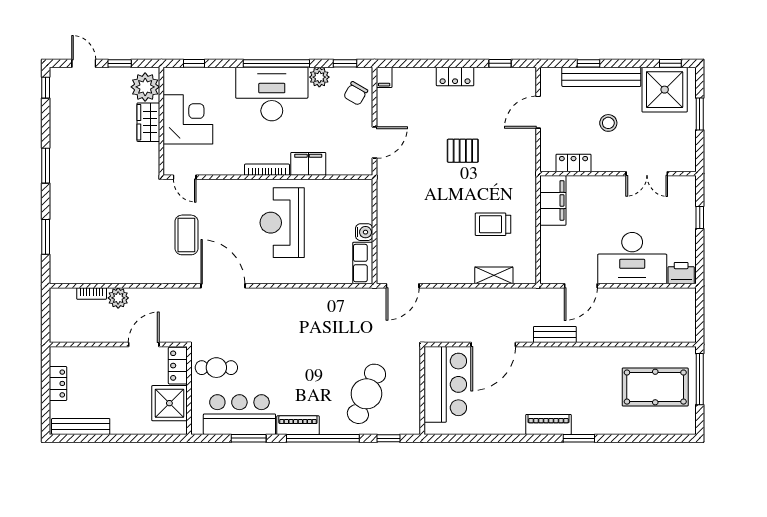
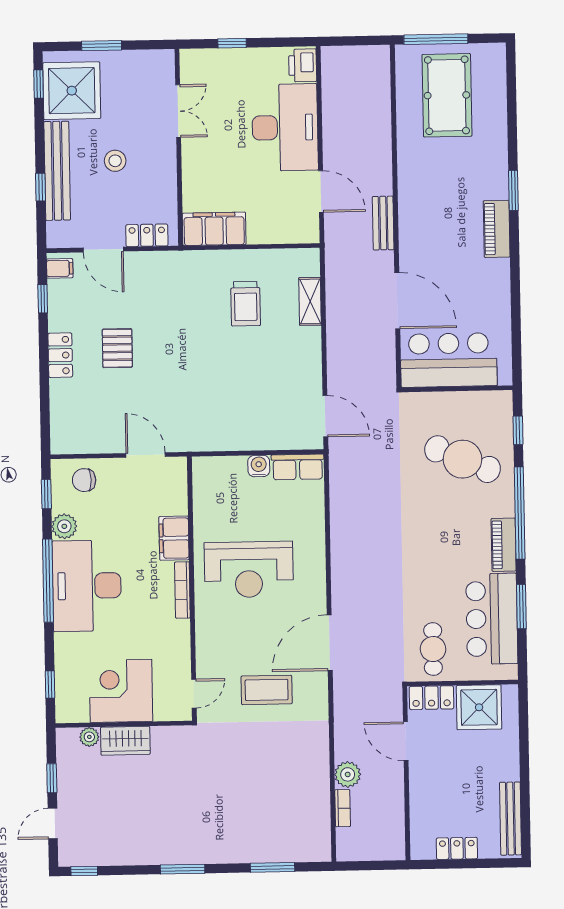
filing cabinet: (384, 77) -> (60, 268), moved
plant: (145, 87) -> (89, 737), width x0.53, depth x0.53
chair: (356, 93) -> (84, 480), turned 149
pallet: (463, 151) -> (117, 348), moved
locker: (574, 163) -> (147, 235), moved, turned 90

